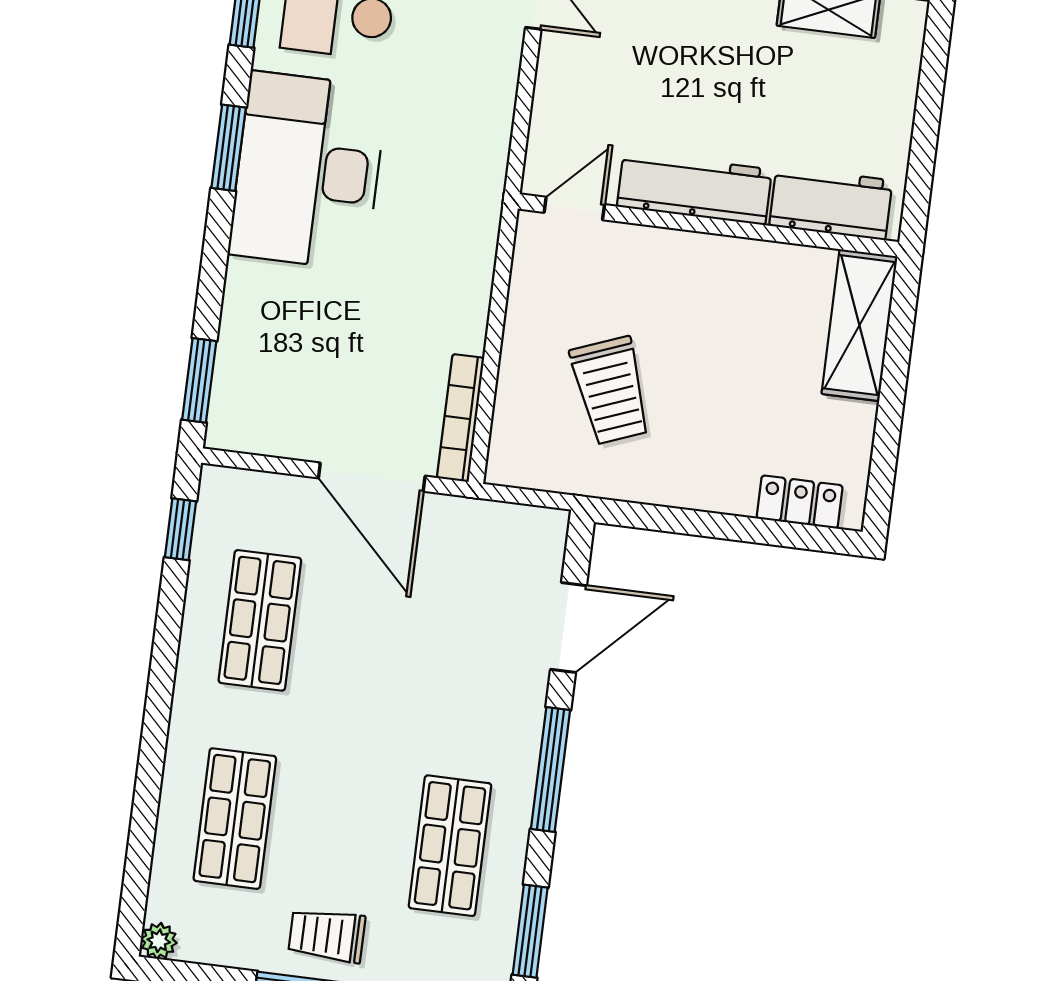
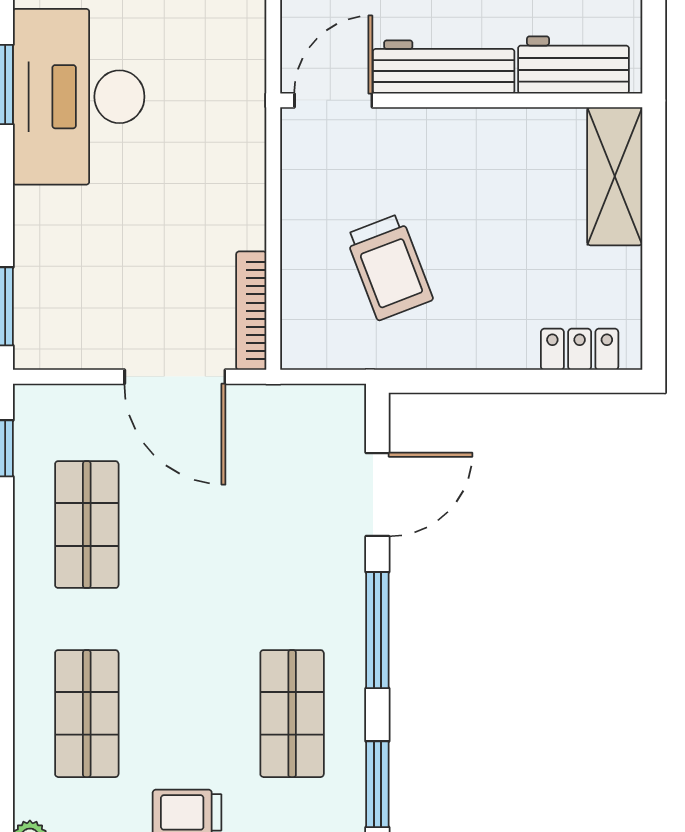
door: (574, 208) -> (333, 100), width x1.37

